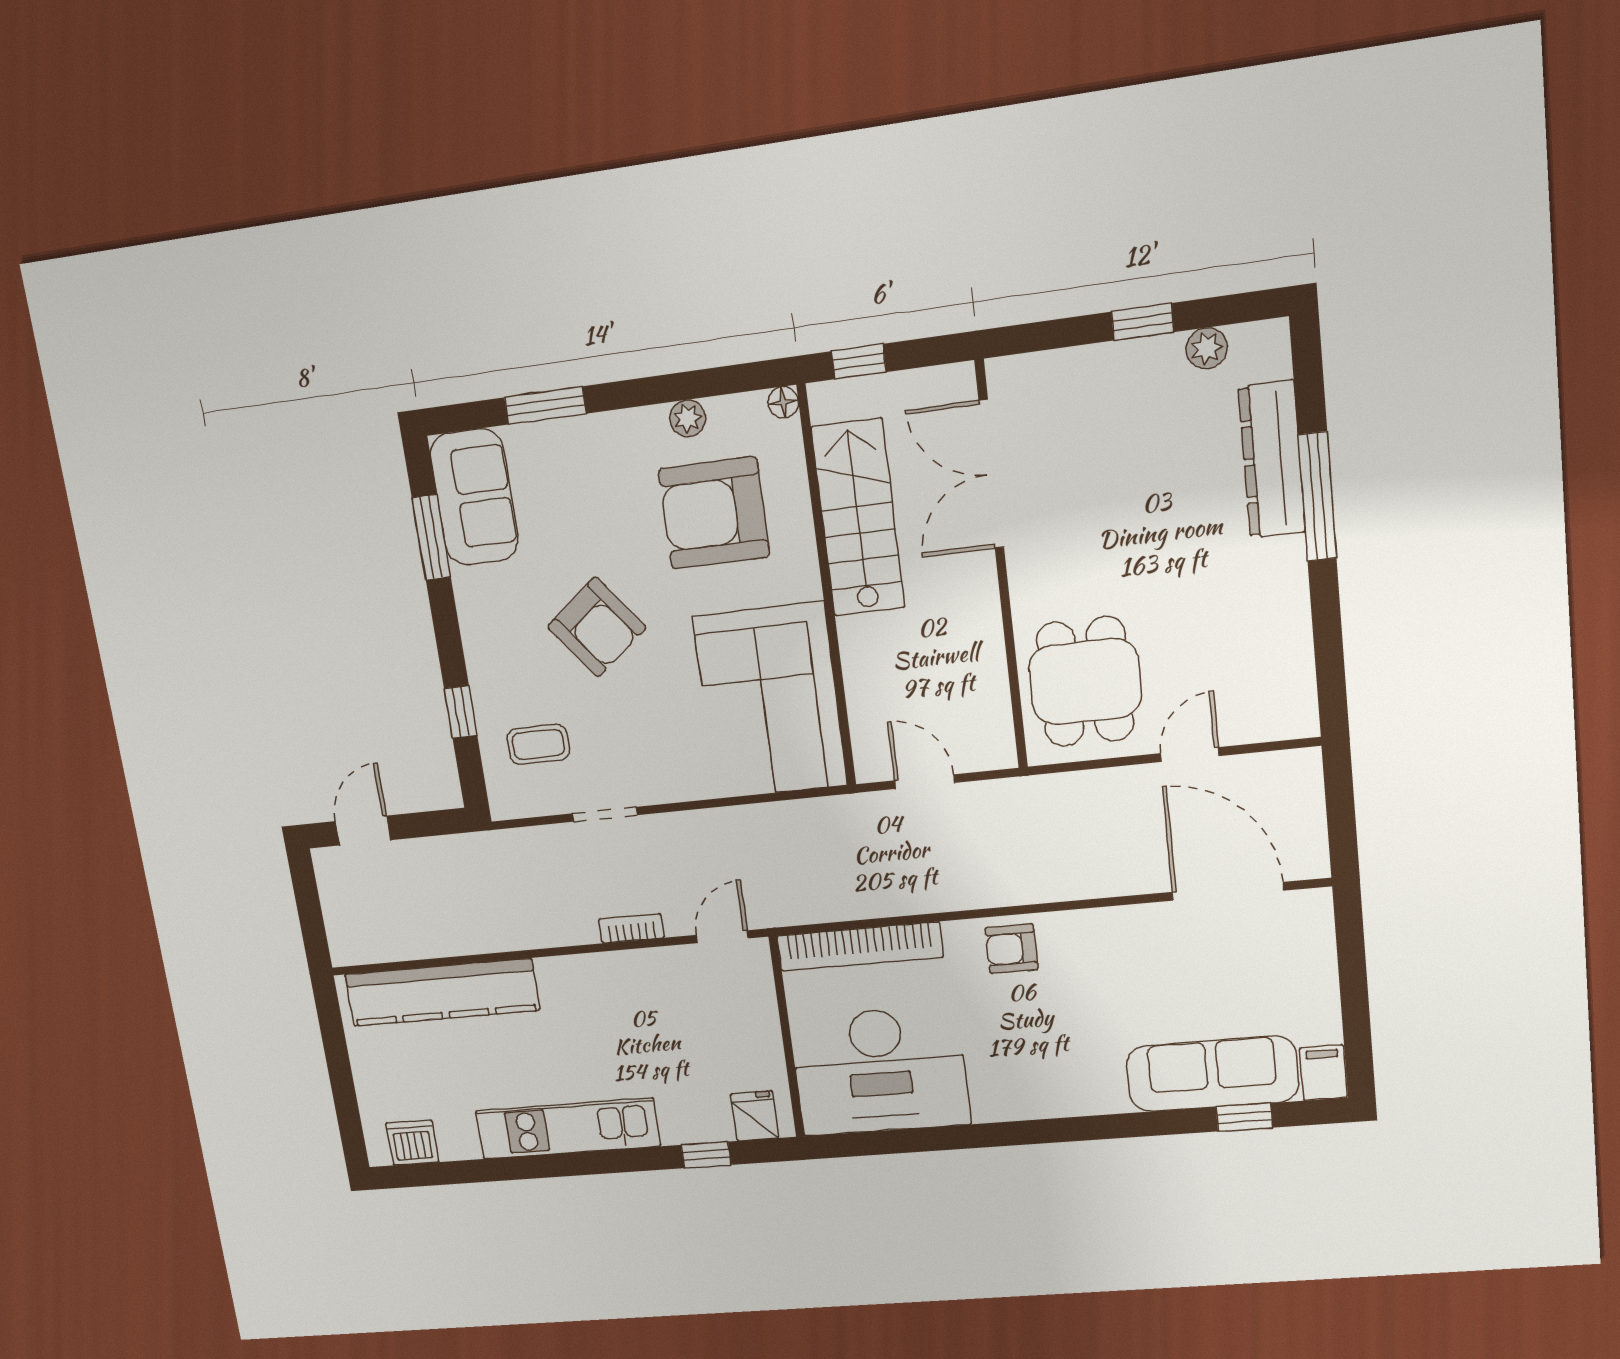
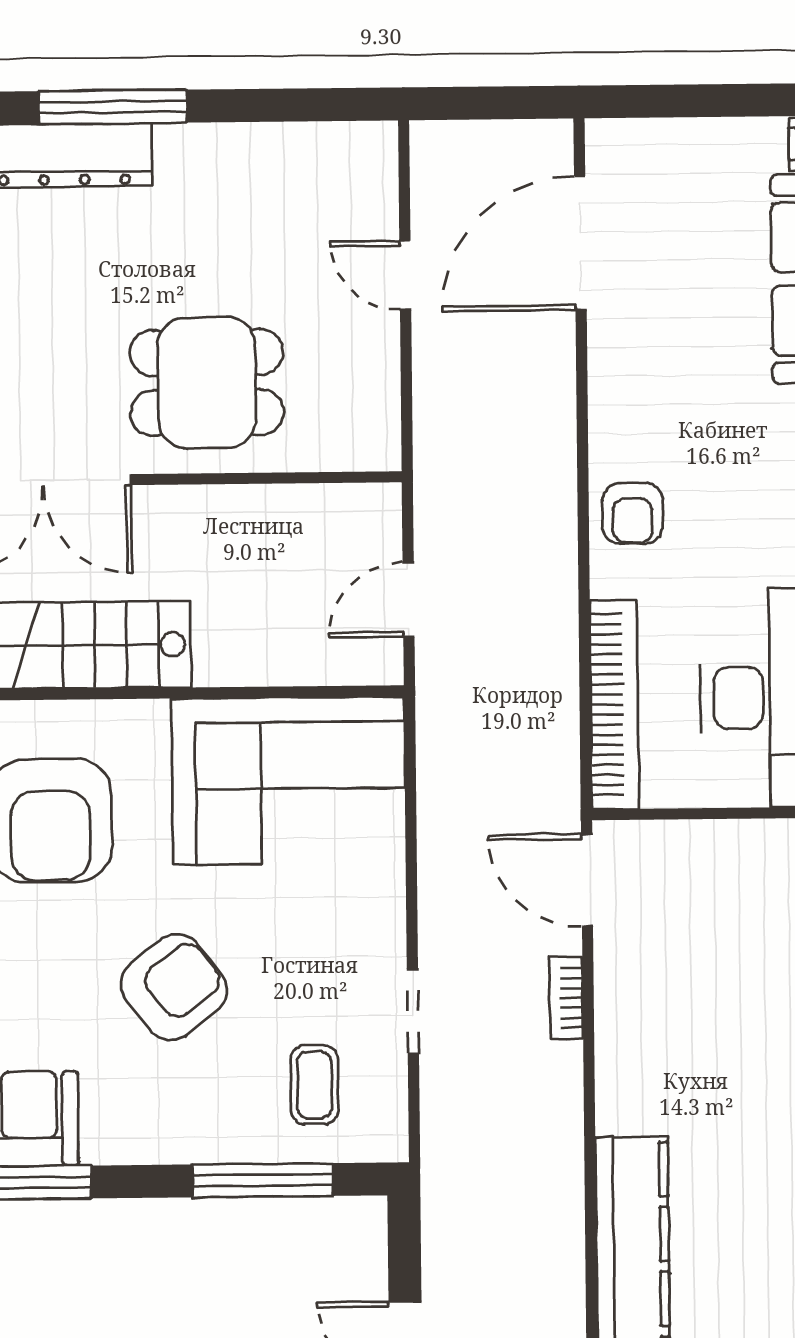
dining table: (1085, 682) -> (207, 383), moved
window: (461, 712) -> (263, 1180), width x2.17
door: (722, 937) -> (587, 880), width x1.38

